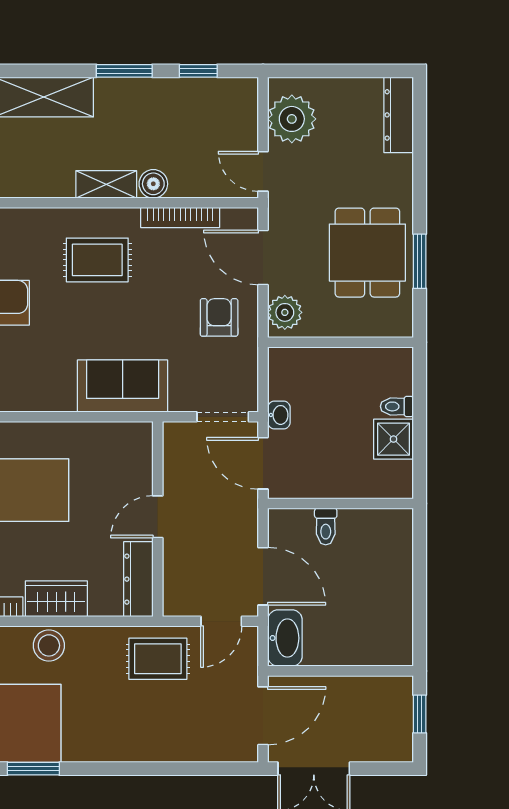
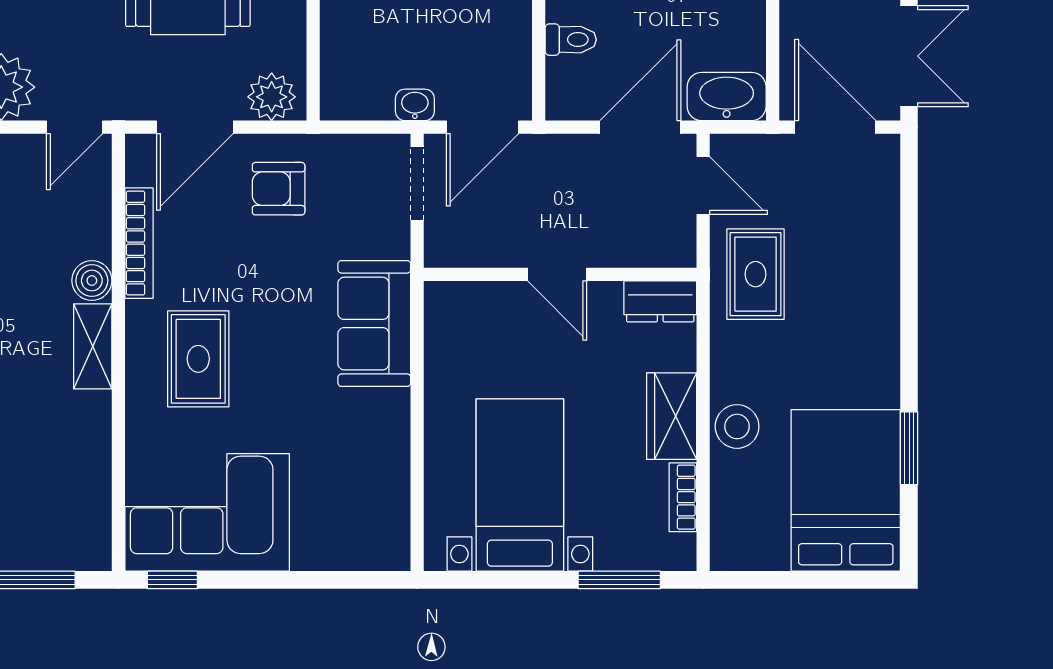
dresser: (138, 579) -> (660, 301), width x0.70

